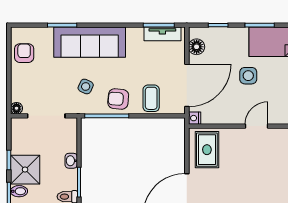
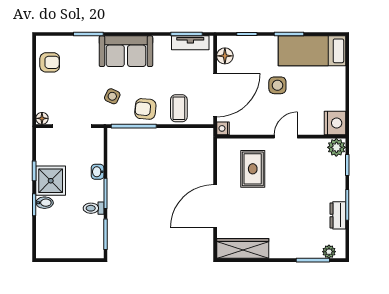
sofa: (90, 42) -> (126, 51), width x0.73
armchair: (24, 53) -> (50, 62), turned 90
rug: (207, 150) -> (253, 169), moved

